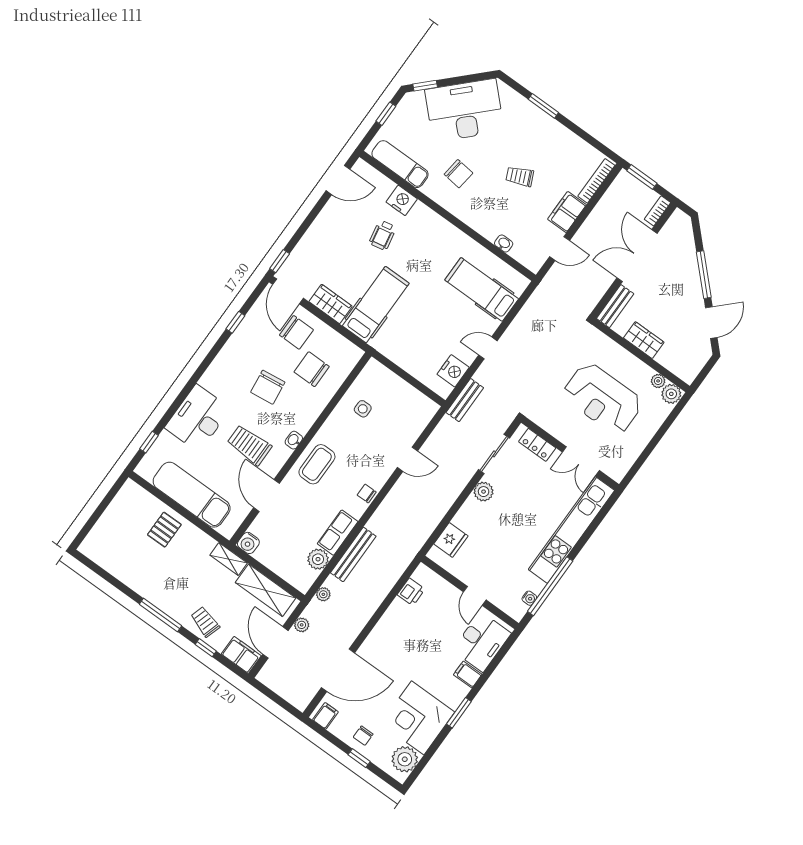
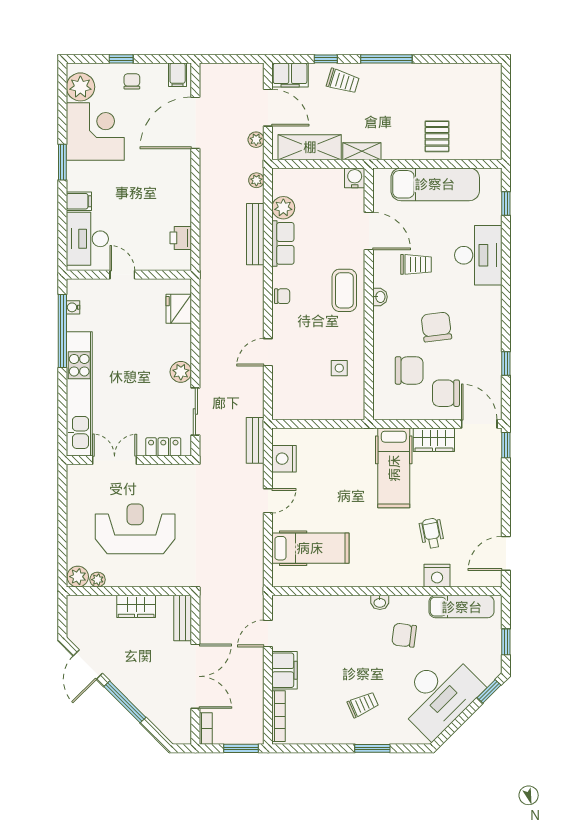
trolley: (520, 176) -> (363, 704), moved
washbasin: (504, 244) -> (380, 602), moved
trolley: (249, 445) -> (416, 264), width x0.73, depth x0.72

